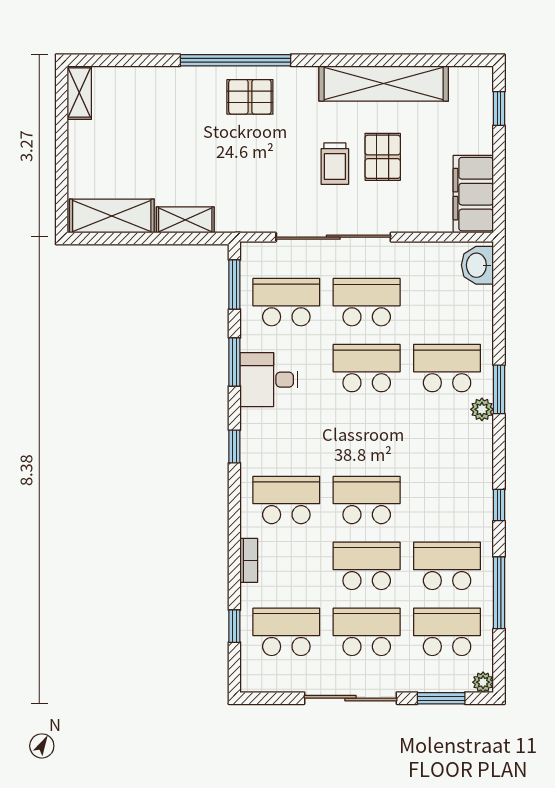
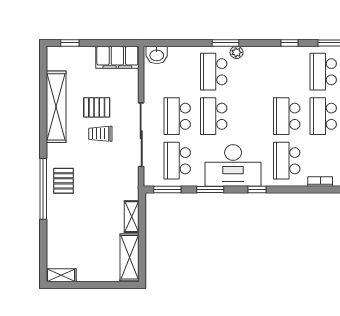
trolley: (335, 164) -> (100, 134), turned 180
desk: (269, 380) -> (233, 165), width x1.87, depth x1.30

